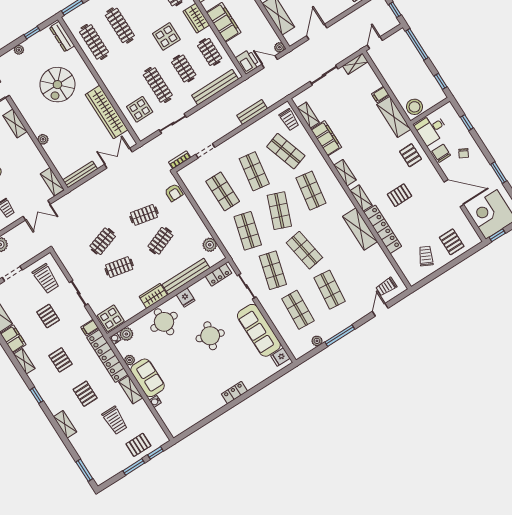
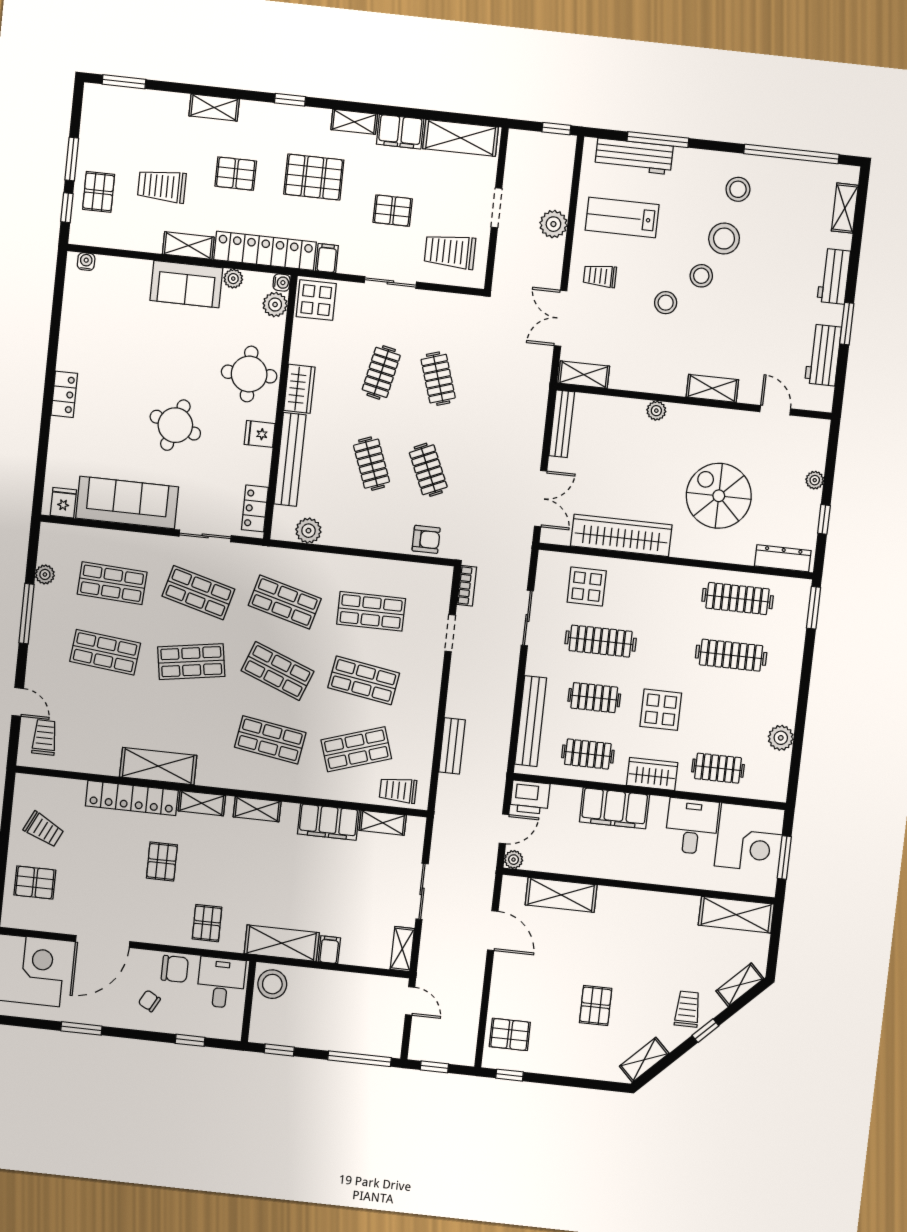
pallet: (411, 155) -> (207, 923), turned 90
armchair: (174, 192) -> (426, 539), turned 180
clothes rail: (144, 215) -> (428, 470), turned -36
pallet: (61, 360) -> (314, 177), width x1.50, depth x1.42
water cooler: (155, 401) -> (86, 262), moved

